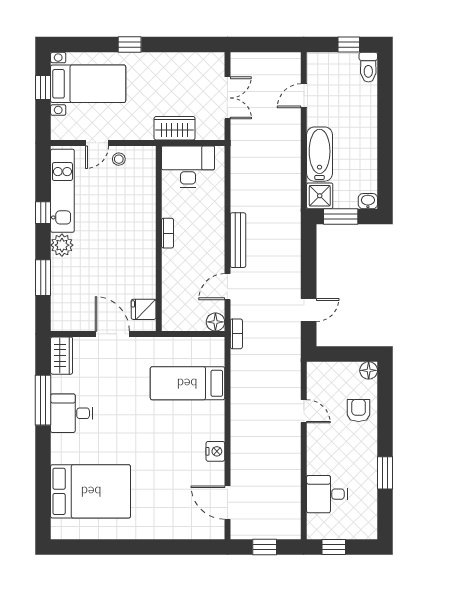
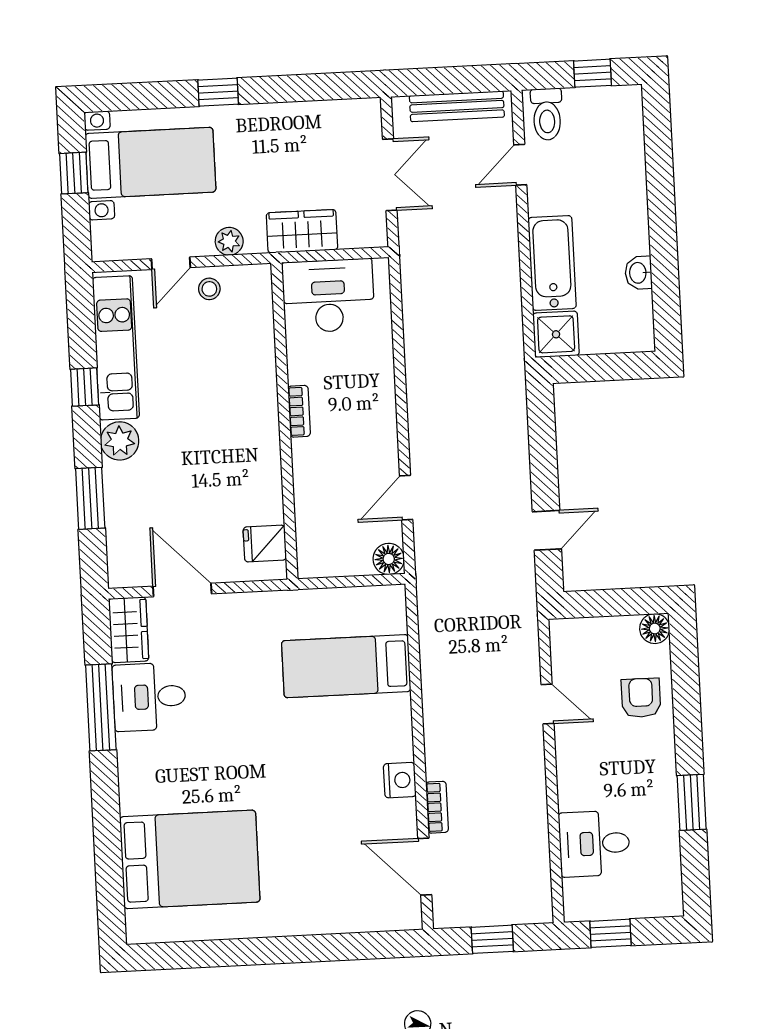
toilet: (368, 67) -> (547, 114), moved
plant: (132, 132) -> (229, 241), added
washbasin: (368, 201) -> (639, 273), moved, turned -90
window: (341, 216) -> (594, 368), removed
bench: (238, 240) -> (457, 106), moved, turned 90
door: (112, 334) -> (182, 590), moved
bookcase: (236, 334) -> (437, 807), moved
desk: (72, 413) -> (149, 697), moved

